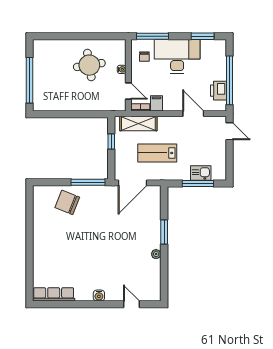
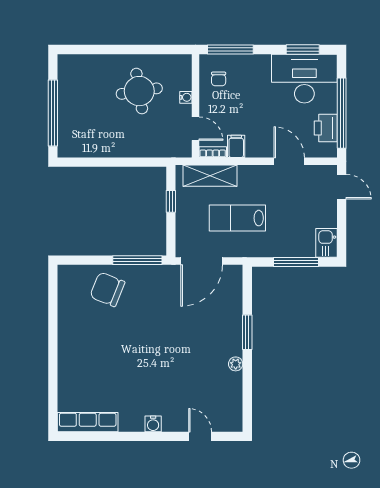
desk: (177, 56) -> (304, 79), moved
kitchen sink: (201, 173) -> (327, 243), moved, turned -90

